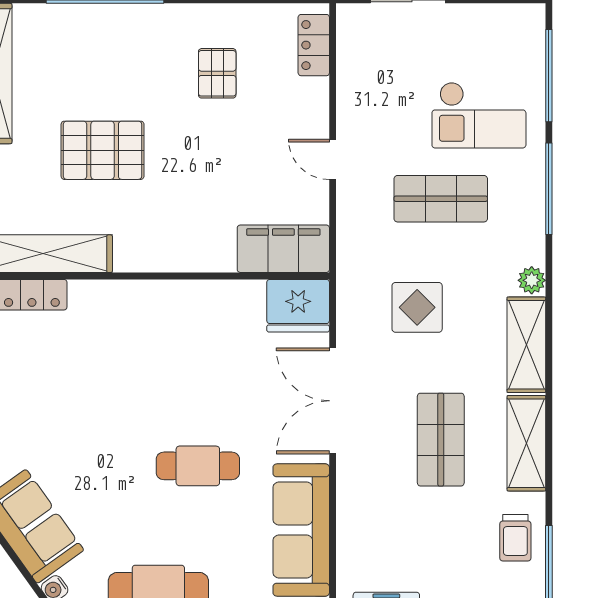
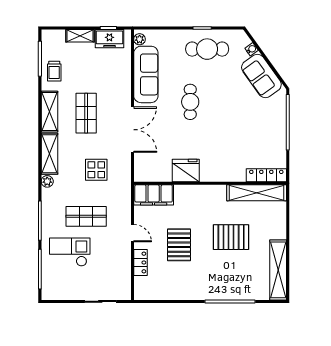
locker: (314, 45) -> (141, 262), moved
pallet: (217, 73) -> (179, 245), moved, width x1.50, depth x1.42
fridge: (298, 306) -> (186, 170), moved
cafe table: (198, 466) -> (190, 102), turned 90
trolley: (515, 538) -> (54, 71), turned 180

